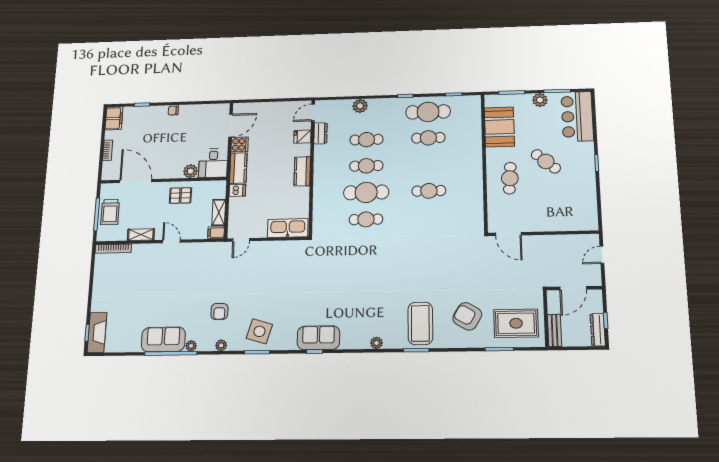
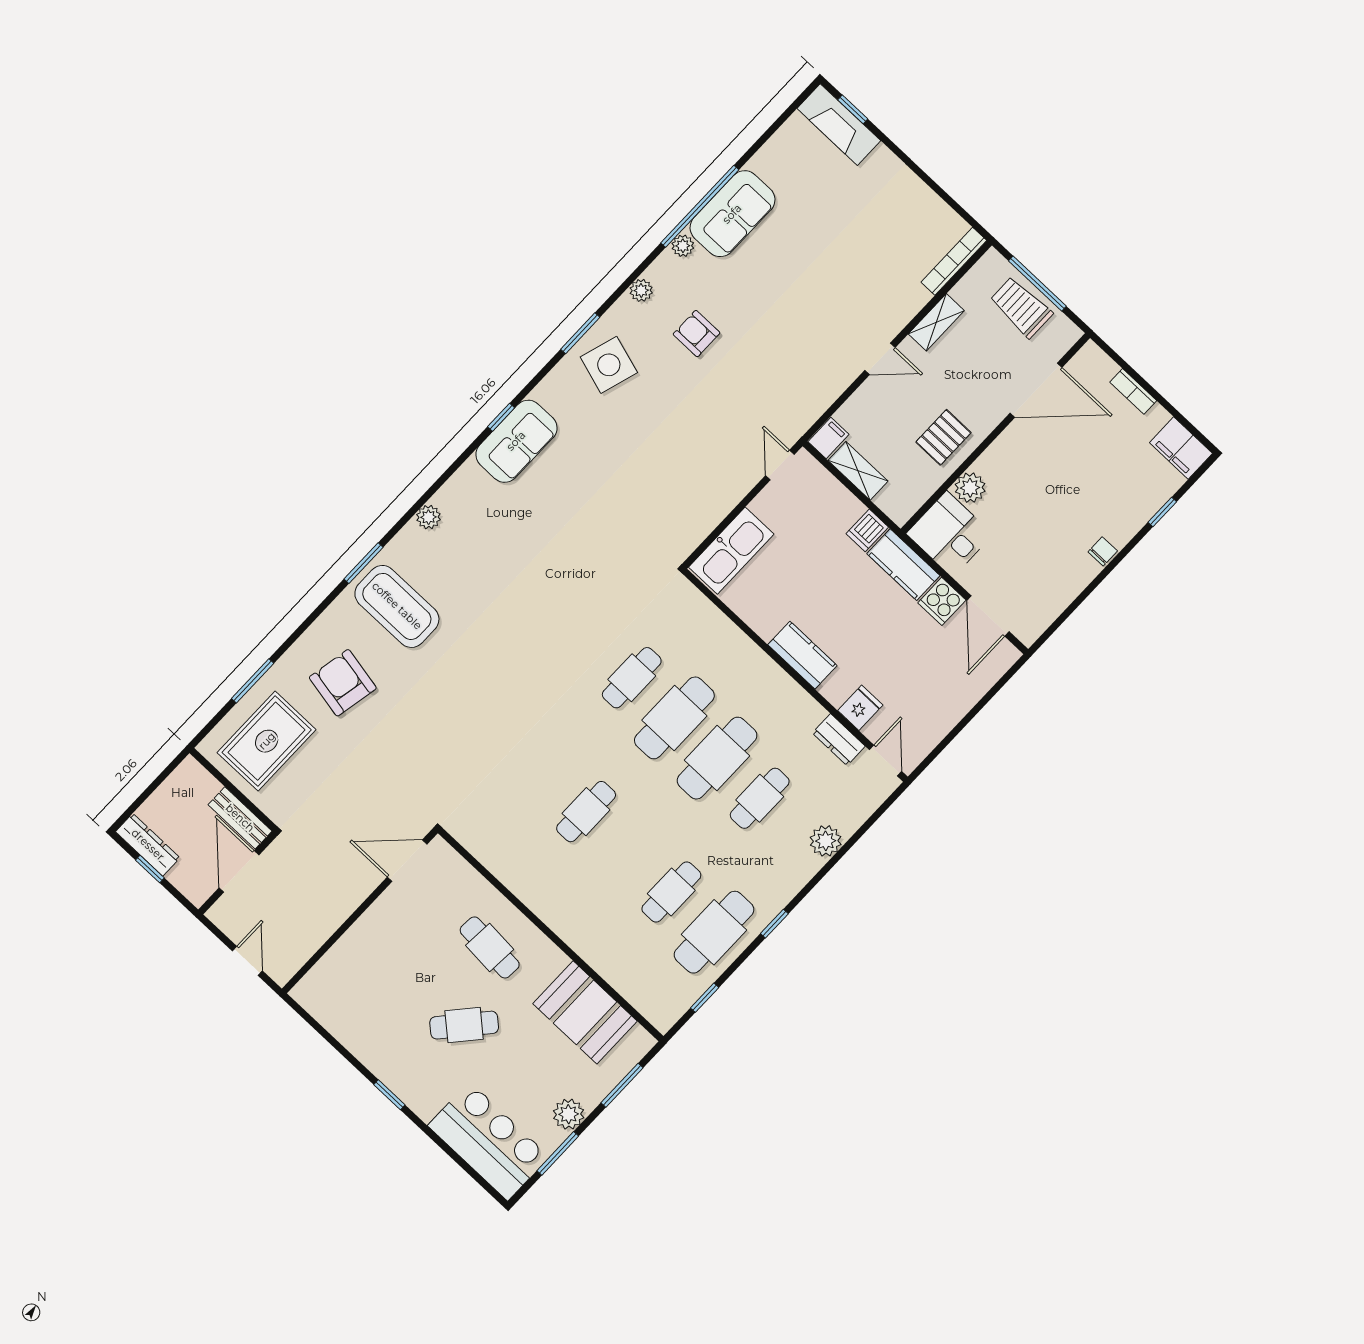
cafe table: (366, 166) -> (717, 758), width x1.37, depth x1.35
armchair: (467, 316) -> (343, 683), turned -109
bench: (555, 330) -> (240, 818), moved

